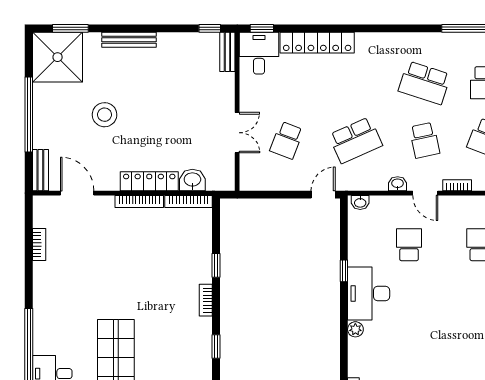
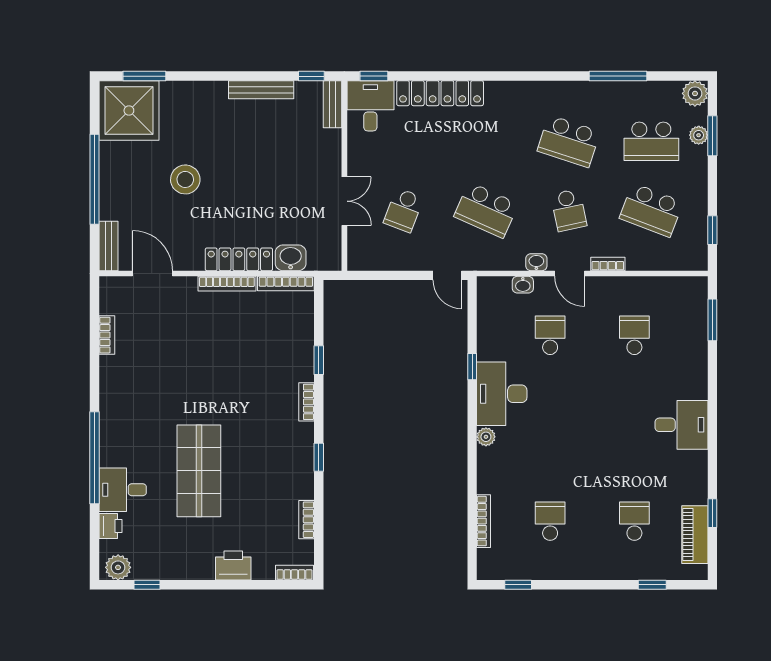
bench: (129, 40) -> (261, 90), moved
school desk: (356, 140) -> (486, 210), turned 48
door: (323, 195) -> (447, 275), swing flipped
washbasin: (360, 202) -> (523, 285), moved

